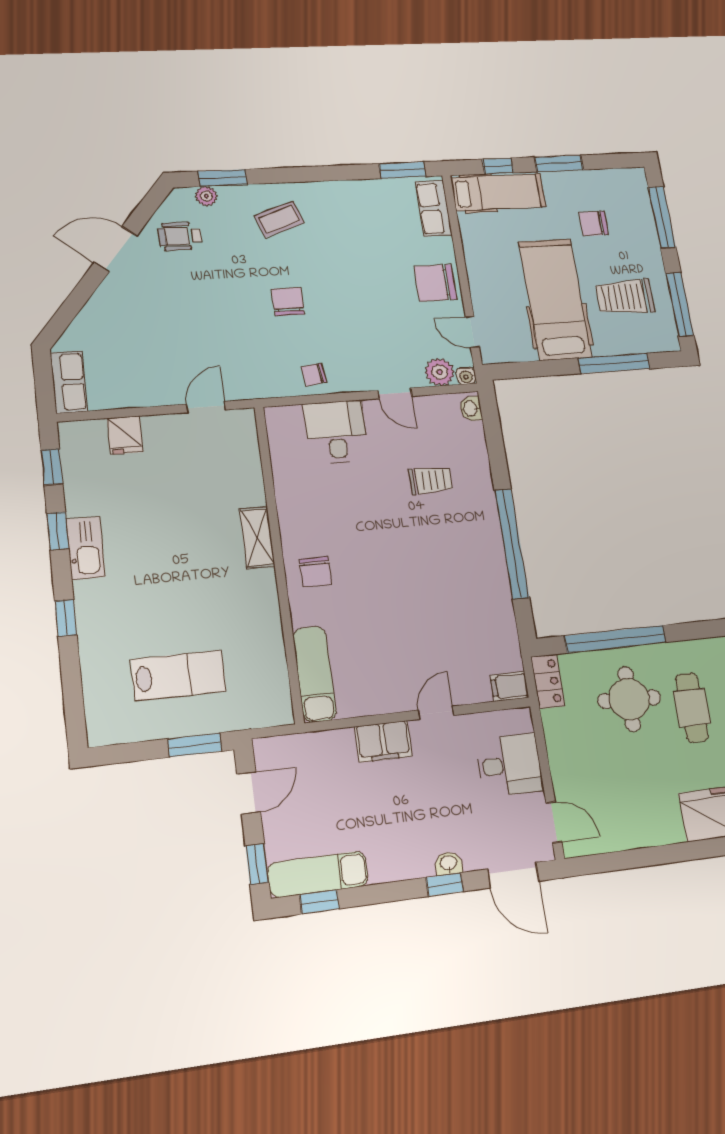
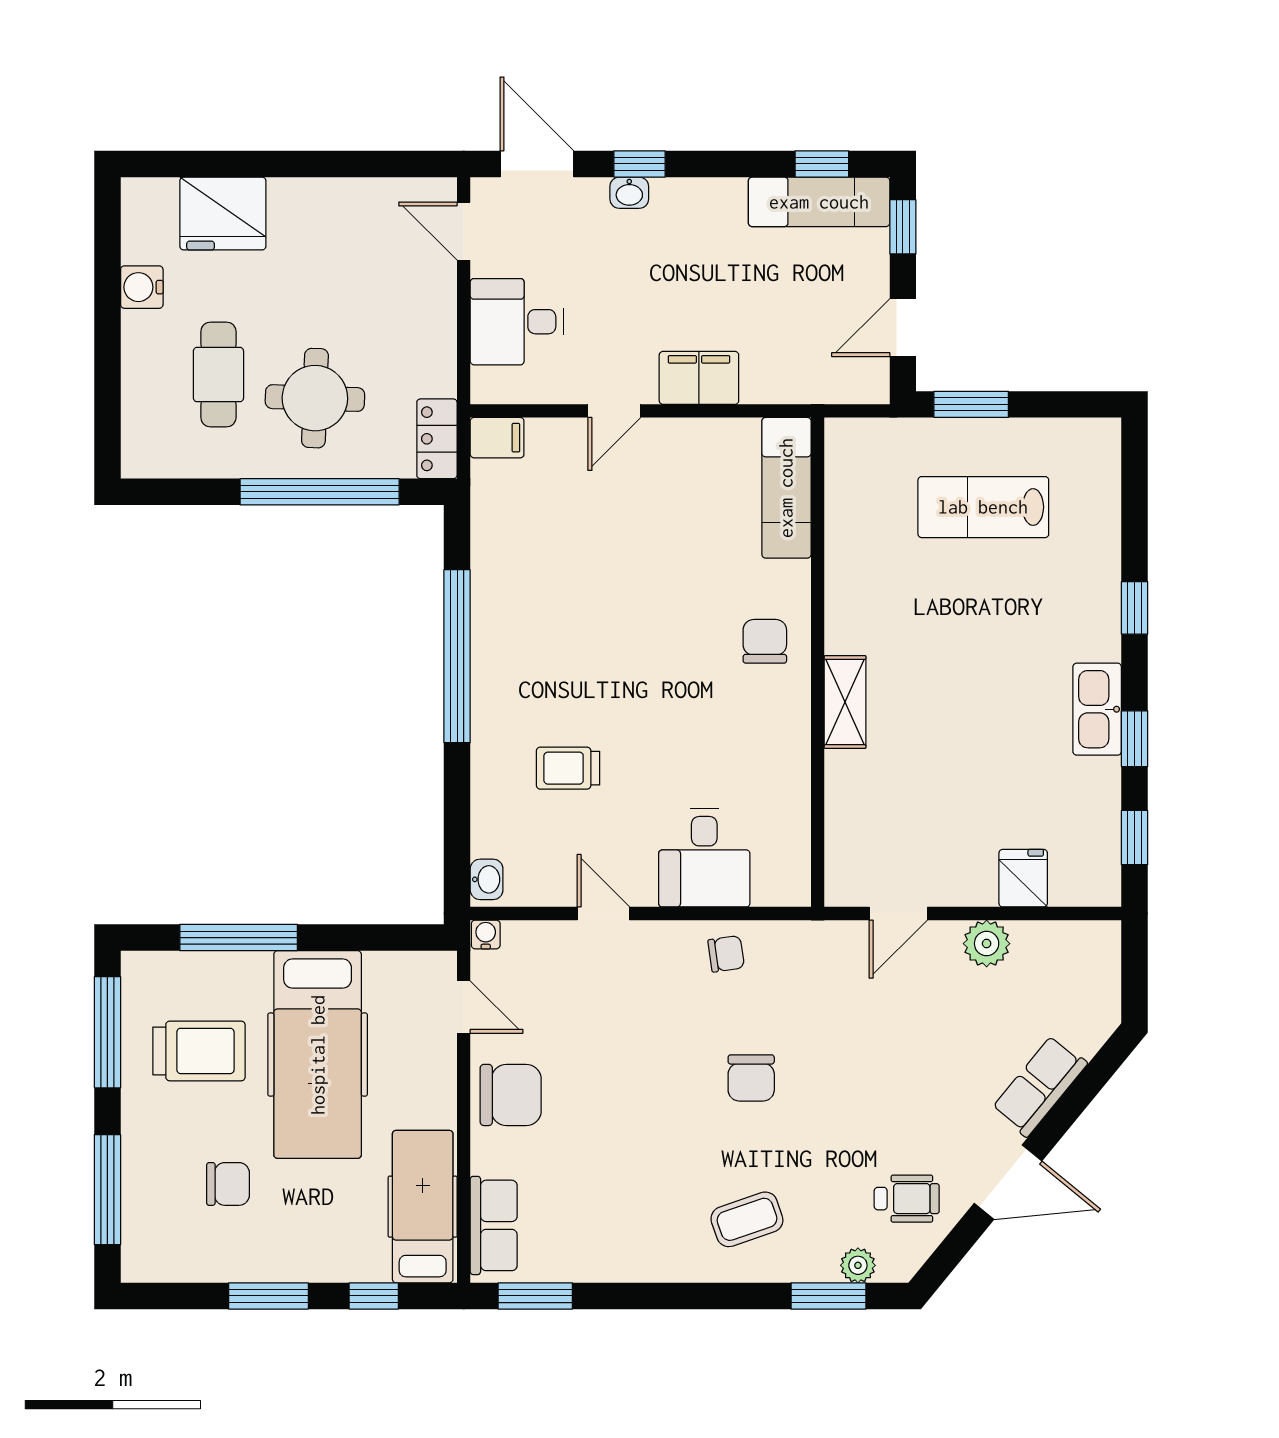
hospital bed: (498, 192) -> (423, 1207), moved, turned 90
plant: (440, 372) -> (987, 944), moved
row of seats: (69, 382) -> (1040, 1086), moved, turned 39

